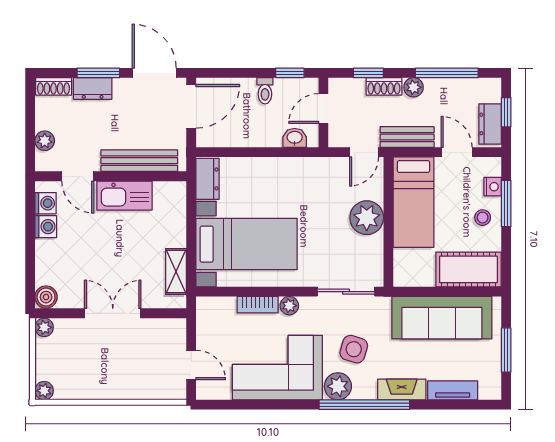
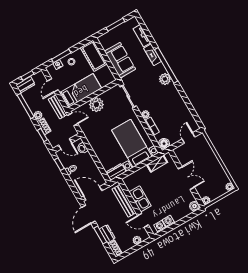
dresser: (490, 124) -> (25, 85), moved
door: (78, 176) -> (143, 220), swing flipped
floor lamp: (208, 309) -> (164, 144), added
double door: (113, 313) -> (186, 178), swing flipped
sofa: (442, 318) -> (120, 60), width x0.73
side table: (354, 349) -> (148, 81), removed
corner sofa: (277, 368) -> (171, 105), removed

